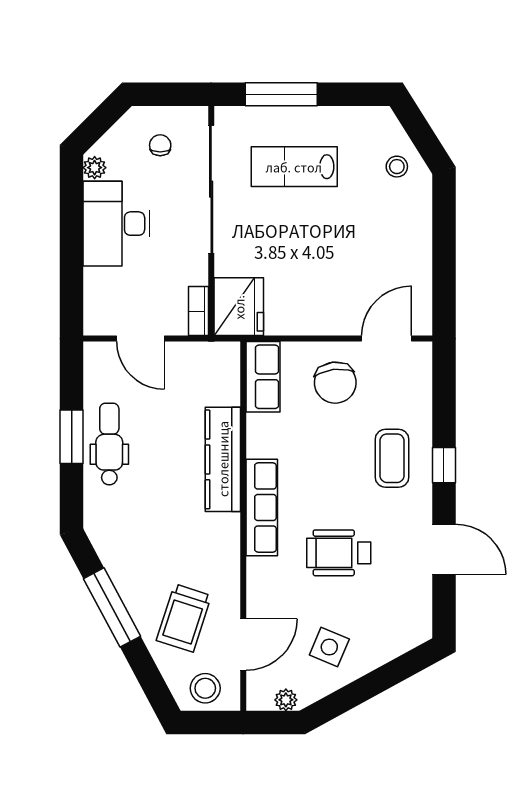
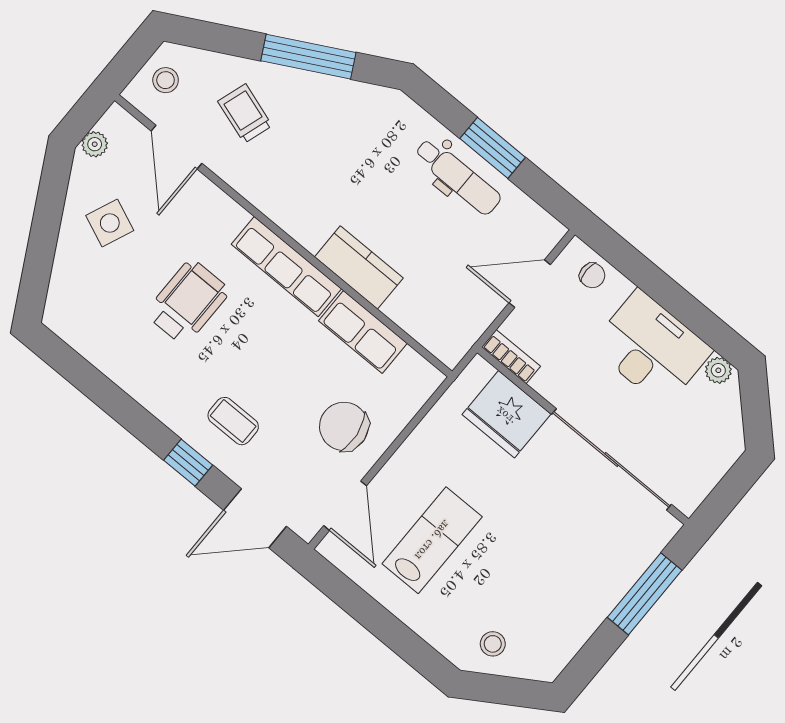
chair: (160, 145) -> (592, 275), moved
lab bench: (294, 167) -> (432, 540), moved
fridge: (239, 307) -> (507, 414), moved
row of seats: (263, 377) -> (363, 332), moved
coffee table: (392, 458) -> (233, 421), width x0.73, depth x0.77
kitchen counter: (223, 459) -> (359, 267), width x0.67
door: (444, 549) -> (255, 518), moved
trolley: (184, 618) -> (245, 113), width x0.73, depth x0.72
stool: (205, 688) -> (166, 80), width x0.73, depth x0.73

